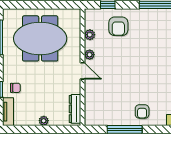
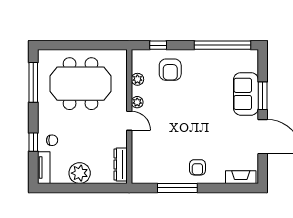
plant: (44, 121) -> (80, 173), width x1.87, depth x1.87

